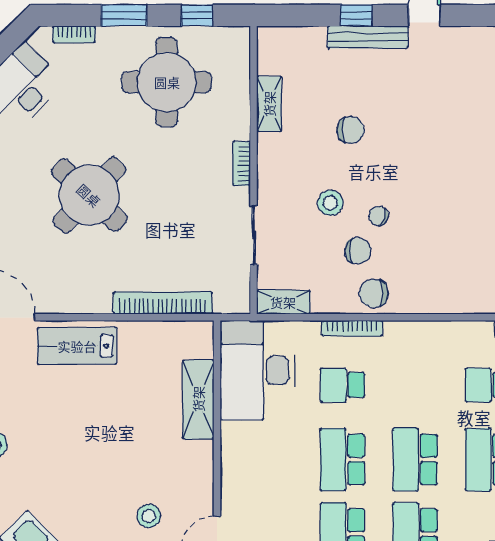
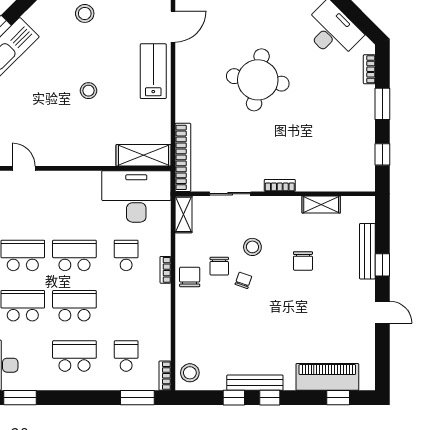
bench: (368, 37) -> (367, 251), moved
round table: (167, 82) -> (336, 133), removed
round table: (89, 195) -> (258, 80), turned -34
bookcase: (163, 303) -> (183, 157), moved
bookcase: (352, 328) -> (165, 270), width x0.64
shelving: (198, 399) -> (144, 155), moved
stool: (149, 516) -> (88, 91), moved

